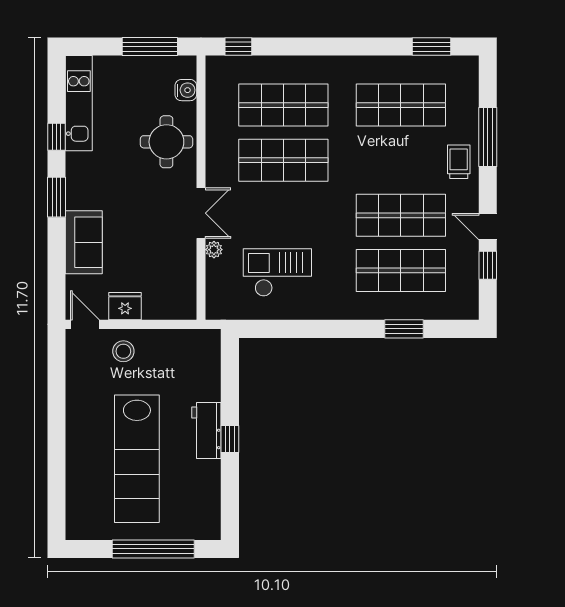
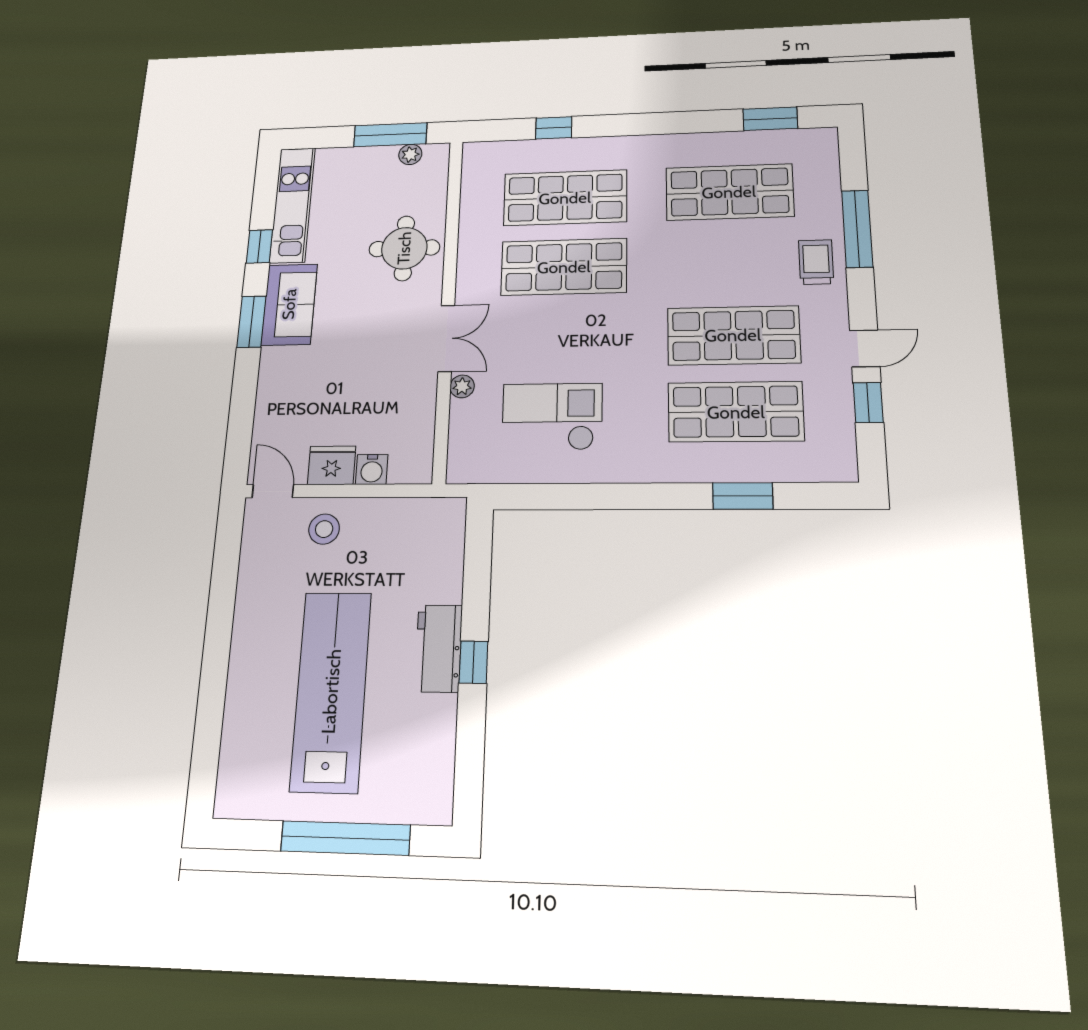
window: (238, 47) -> (554, 128), moved
plant: (166, 64) -> (410, 154), added
water cooler: (186, 90) -> (372, 469), moved, turned 90
door: (488, 227) -> (865, 348), swing flipped
sofa: (84, 242) -> (289, 304), moved
lab bench: (137, 459) -> (331, 691), turned 180

